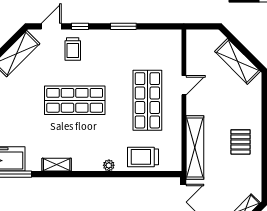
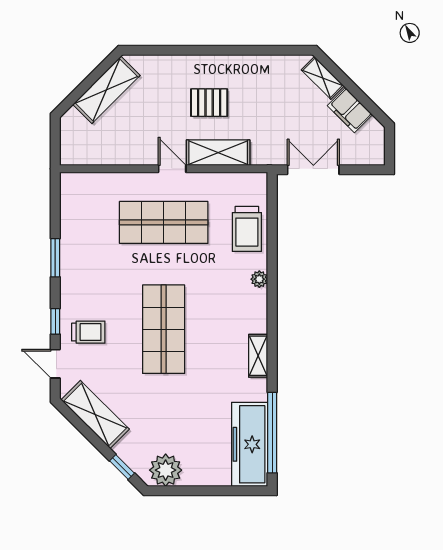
door: (184, 85) -> (172, 169), moved
pallet: (240, 142) -> (209, 103), moved
shelving: (195, 147) -> (218, 153), width x0.68

